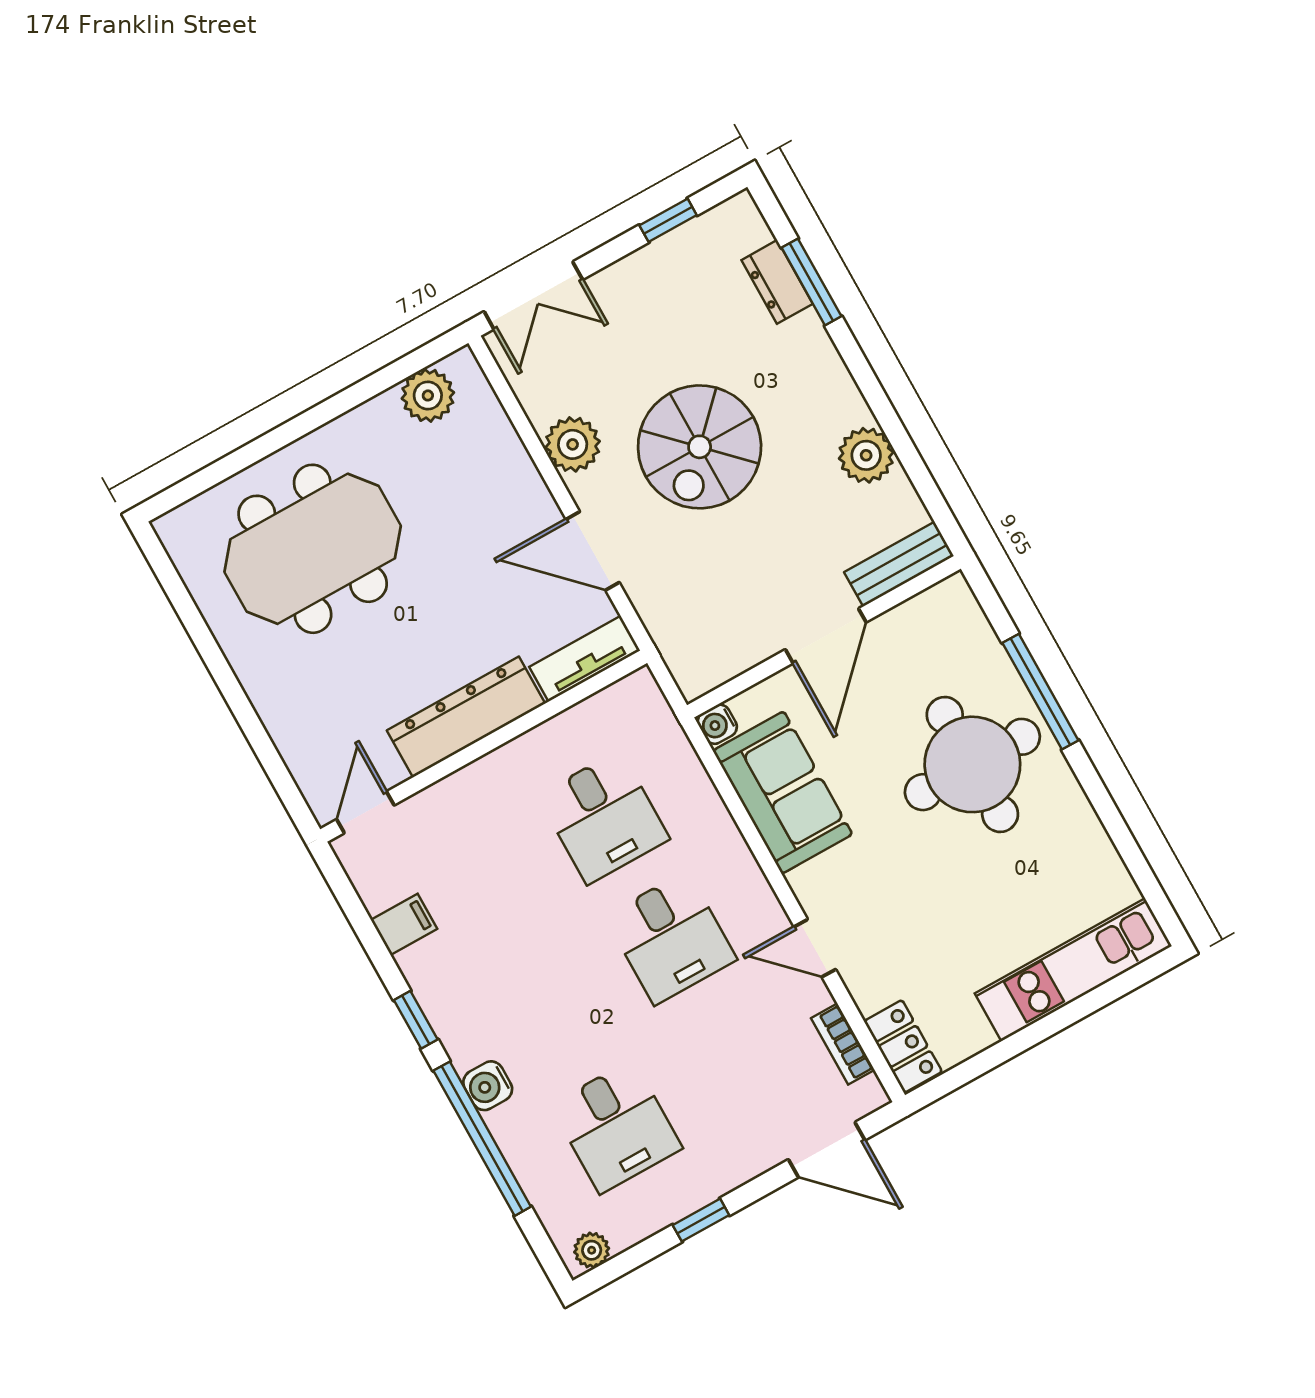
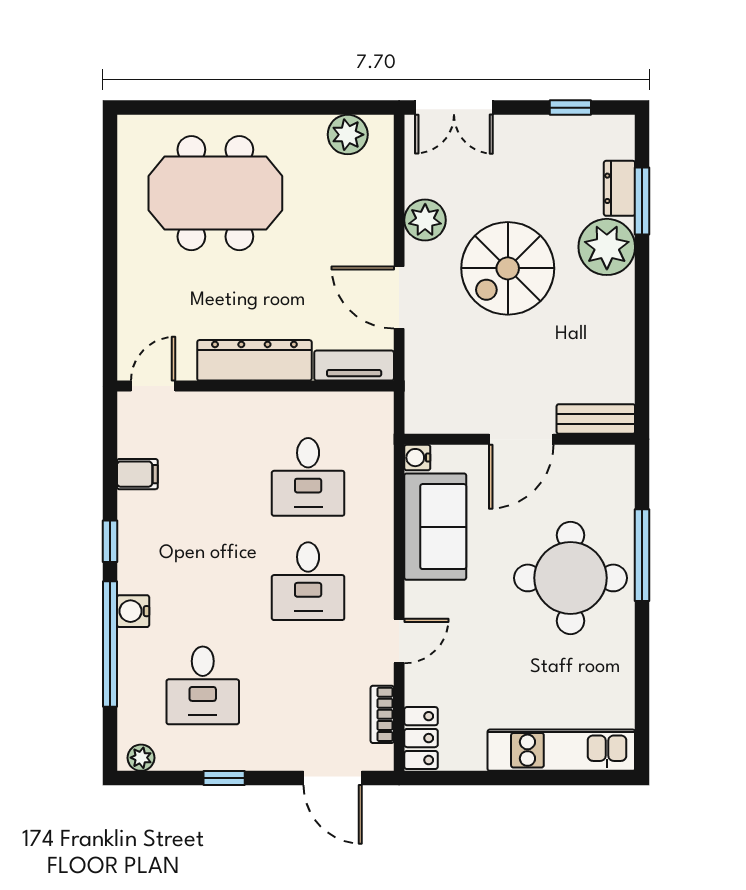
plant: (866, 455) -> (607, 247), moved, width x1.36, depth x1.36
door: (815, 948) -> (399, 641), swing flipped

